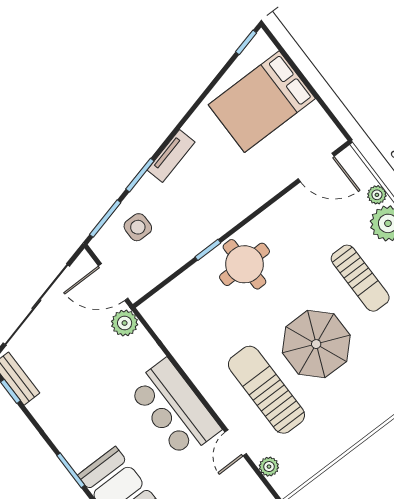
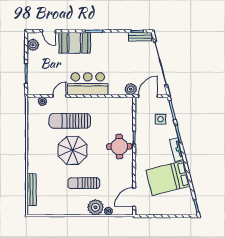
bed: (262, 102) -> (168, 178), moved, turned -104
sun lounger: (266, 390) -> (70, 121), turned 180
door: (236, 443) -> (59, 96), hinge flipped

